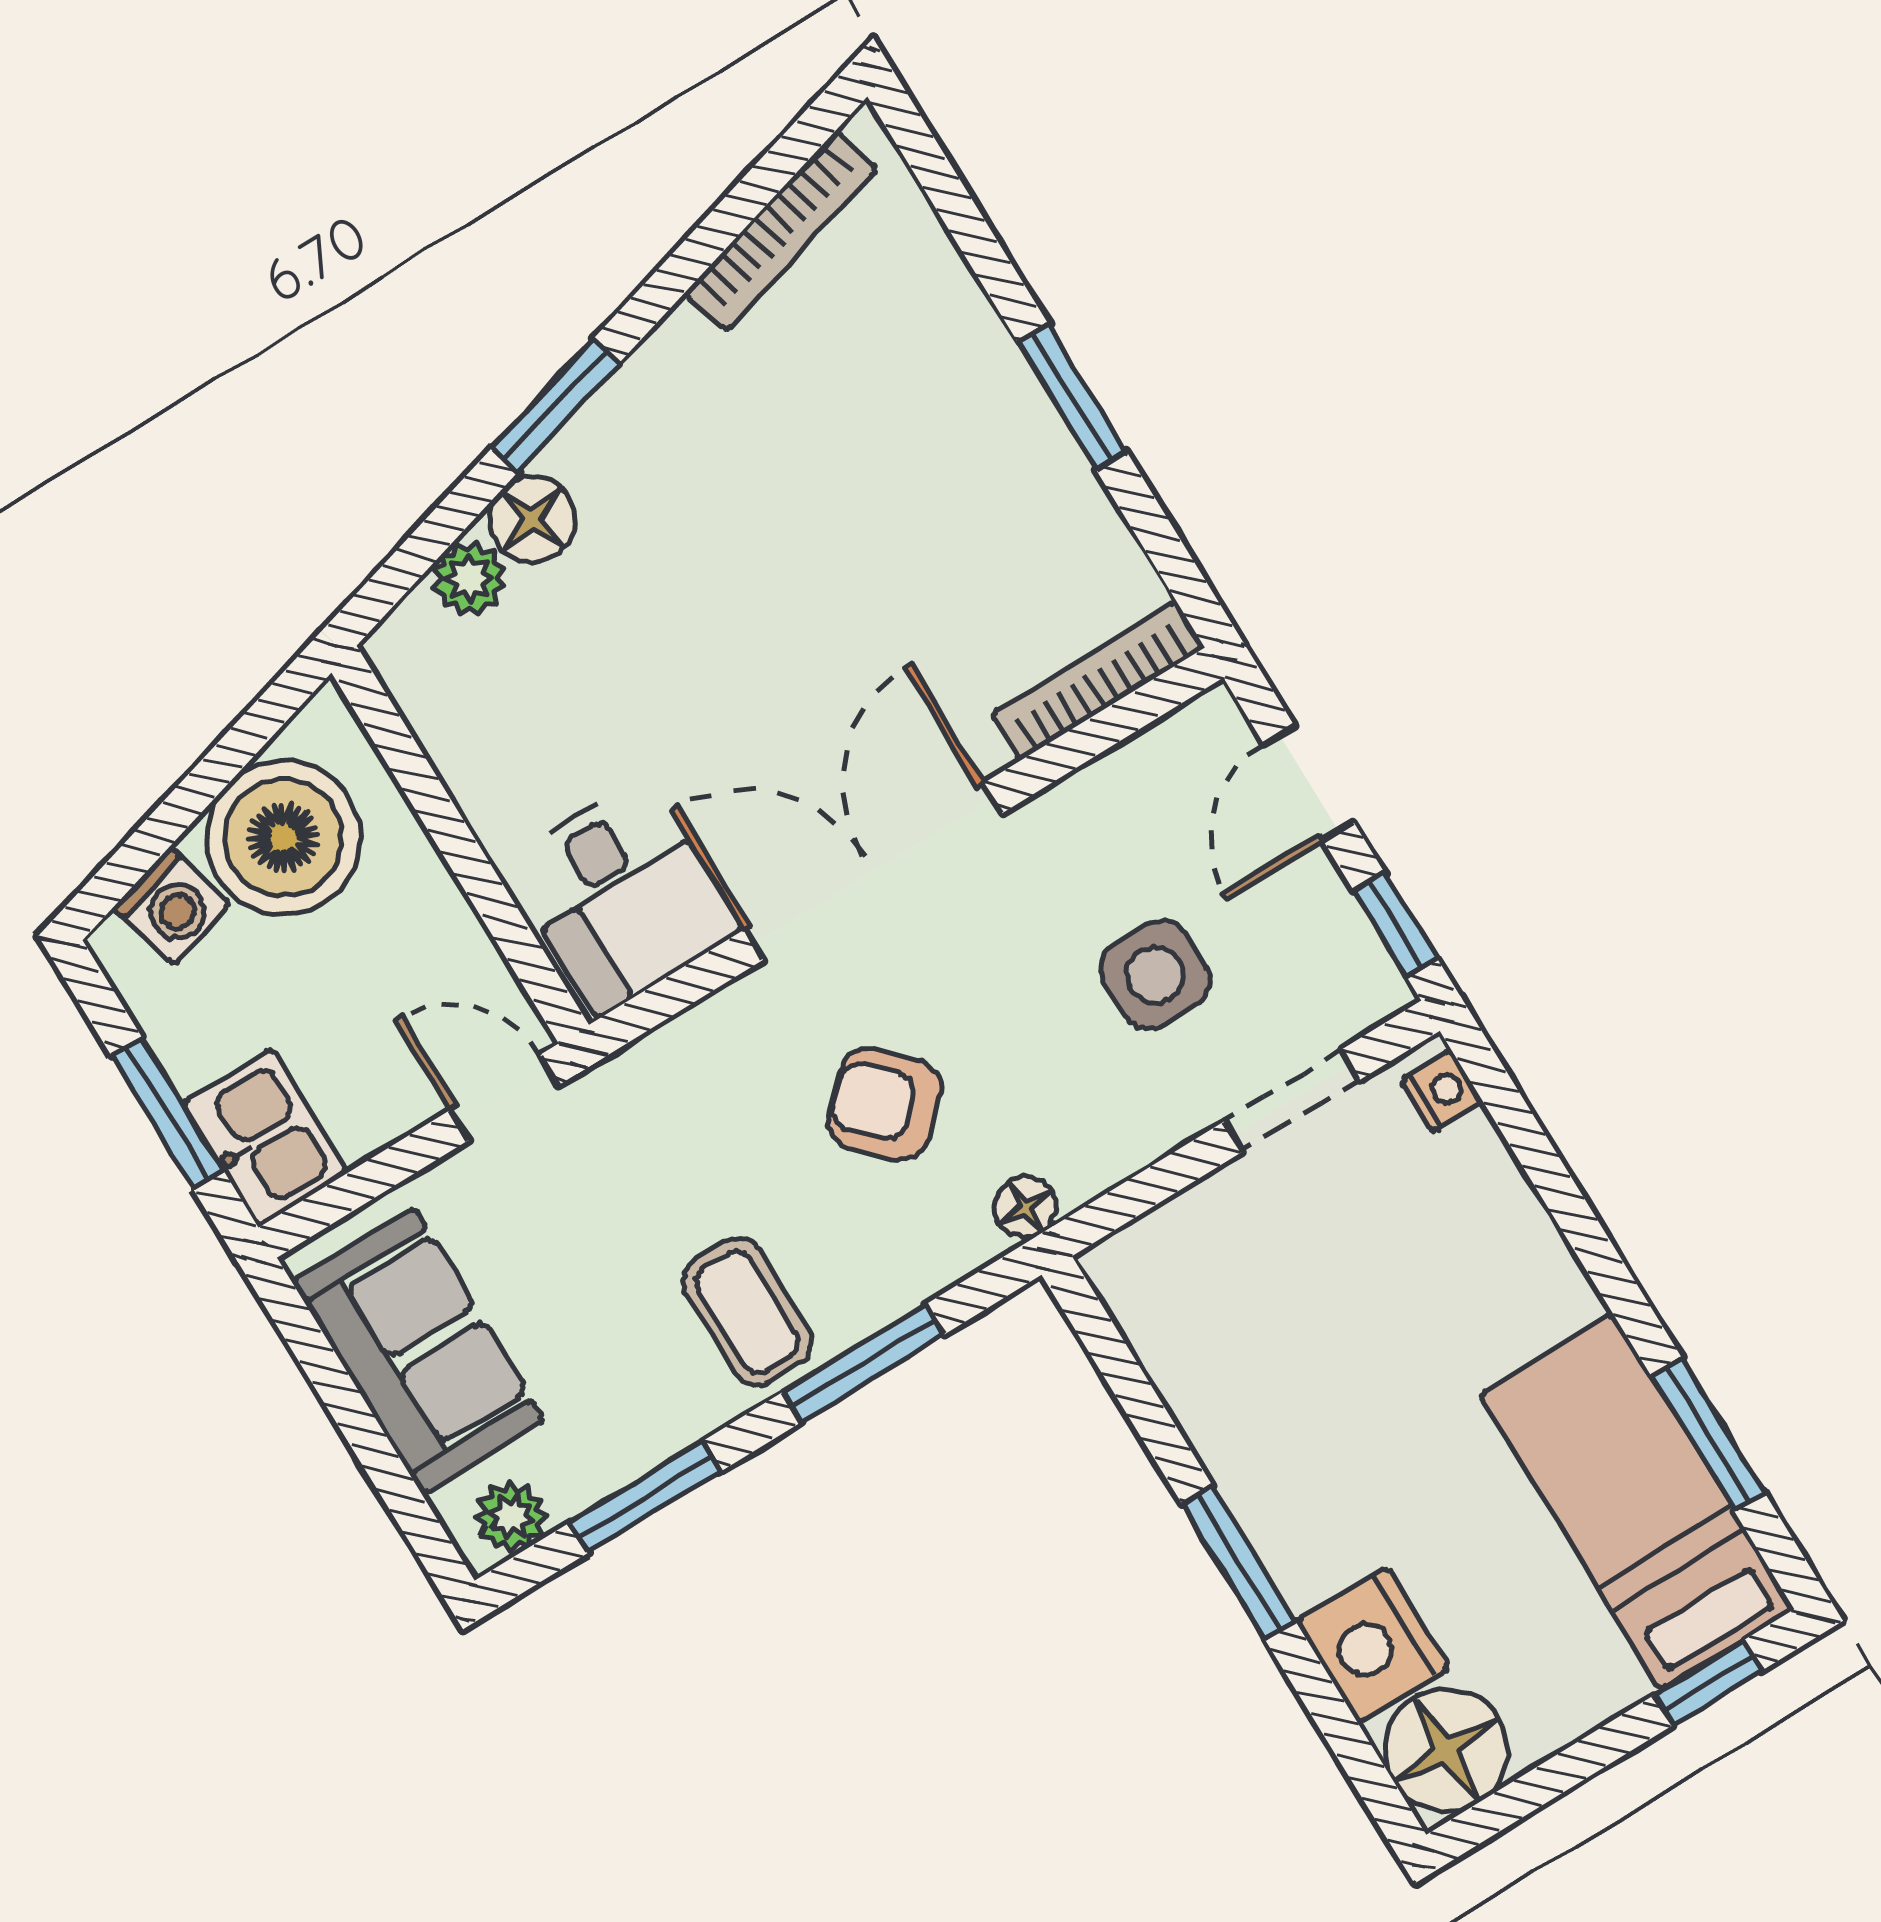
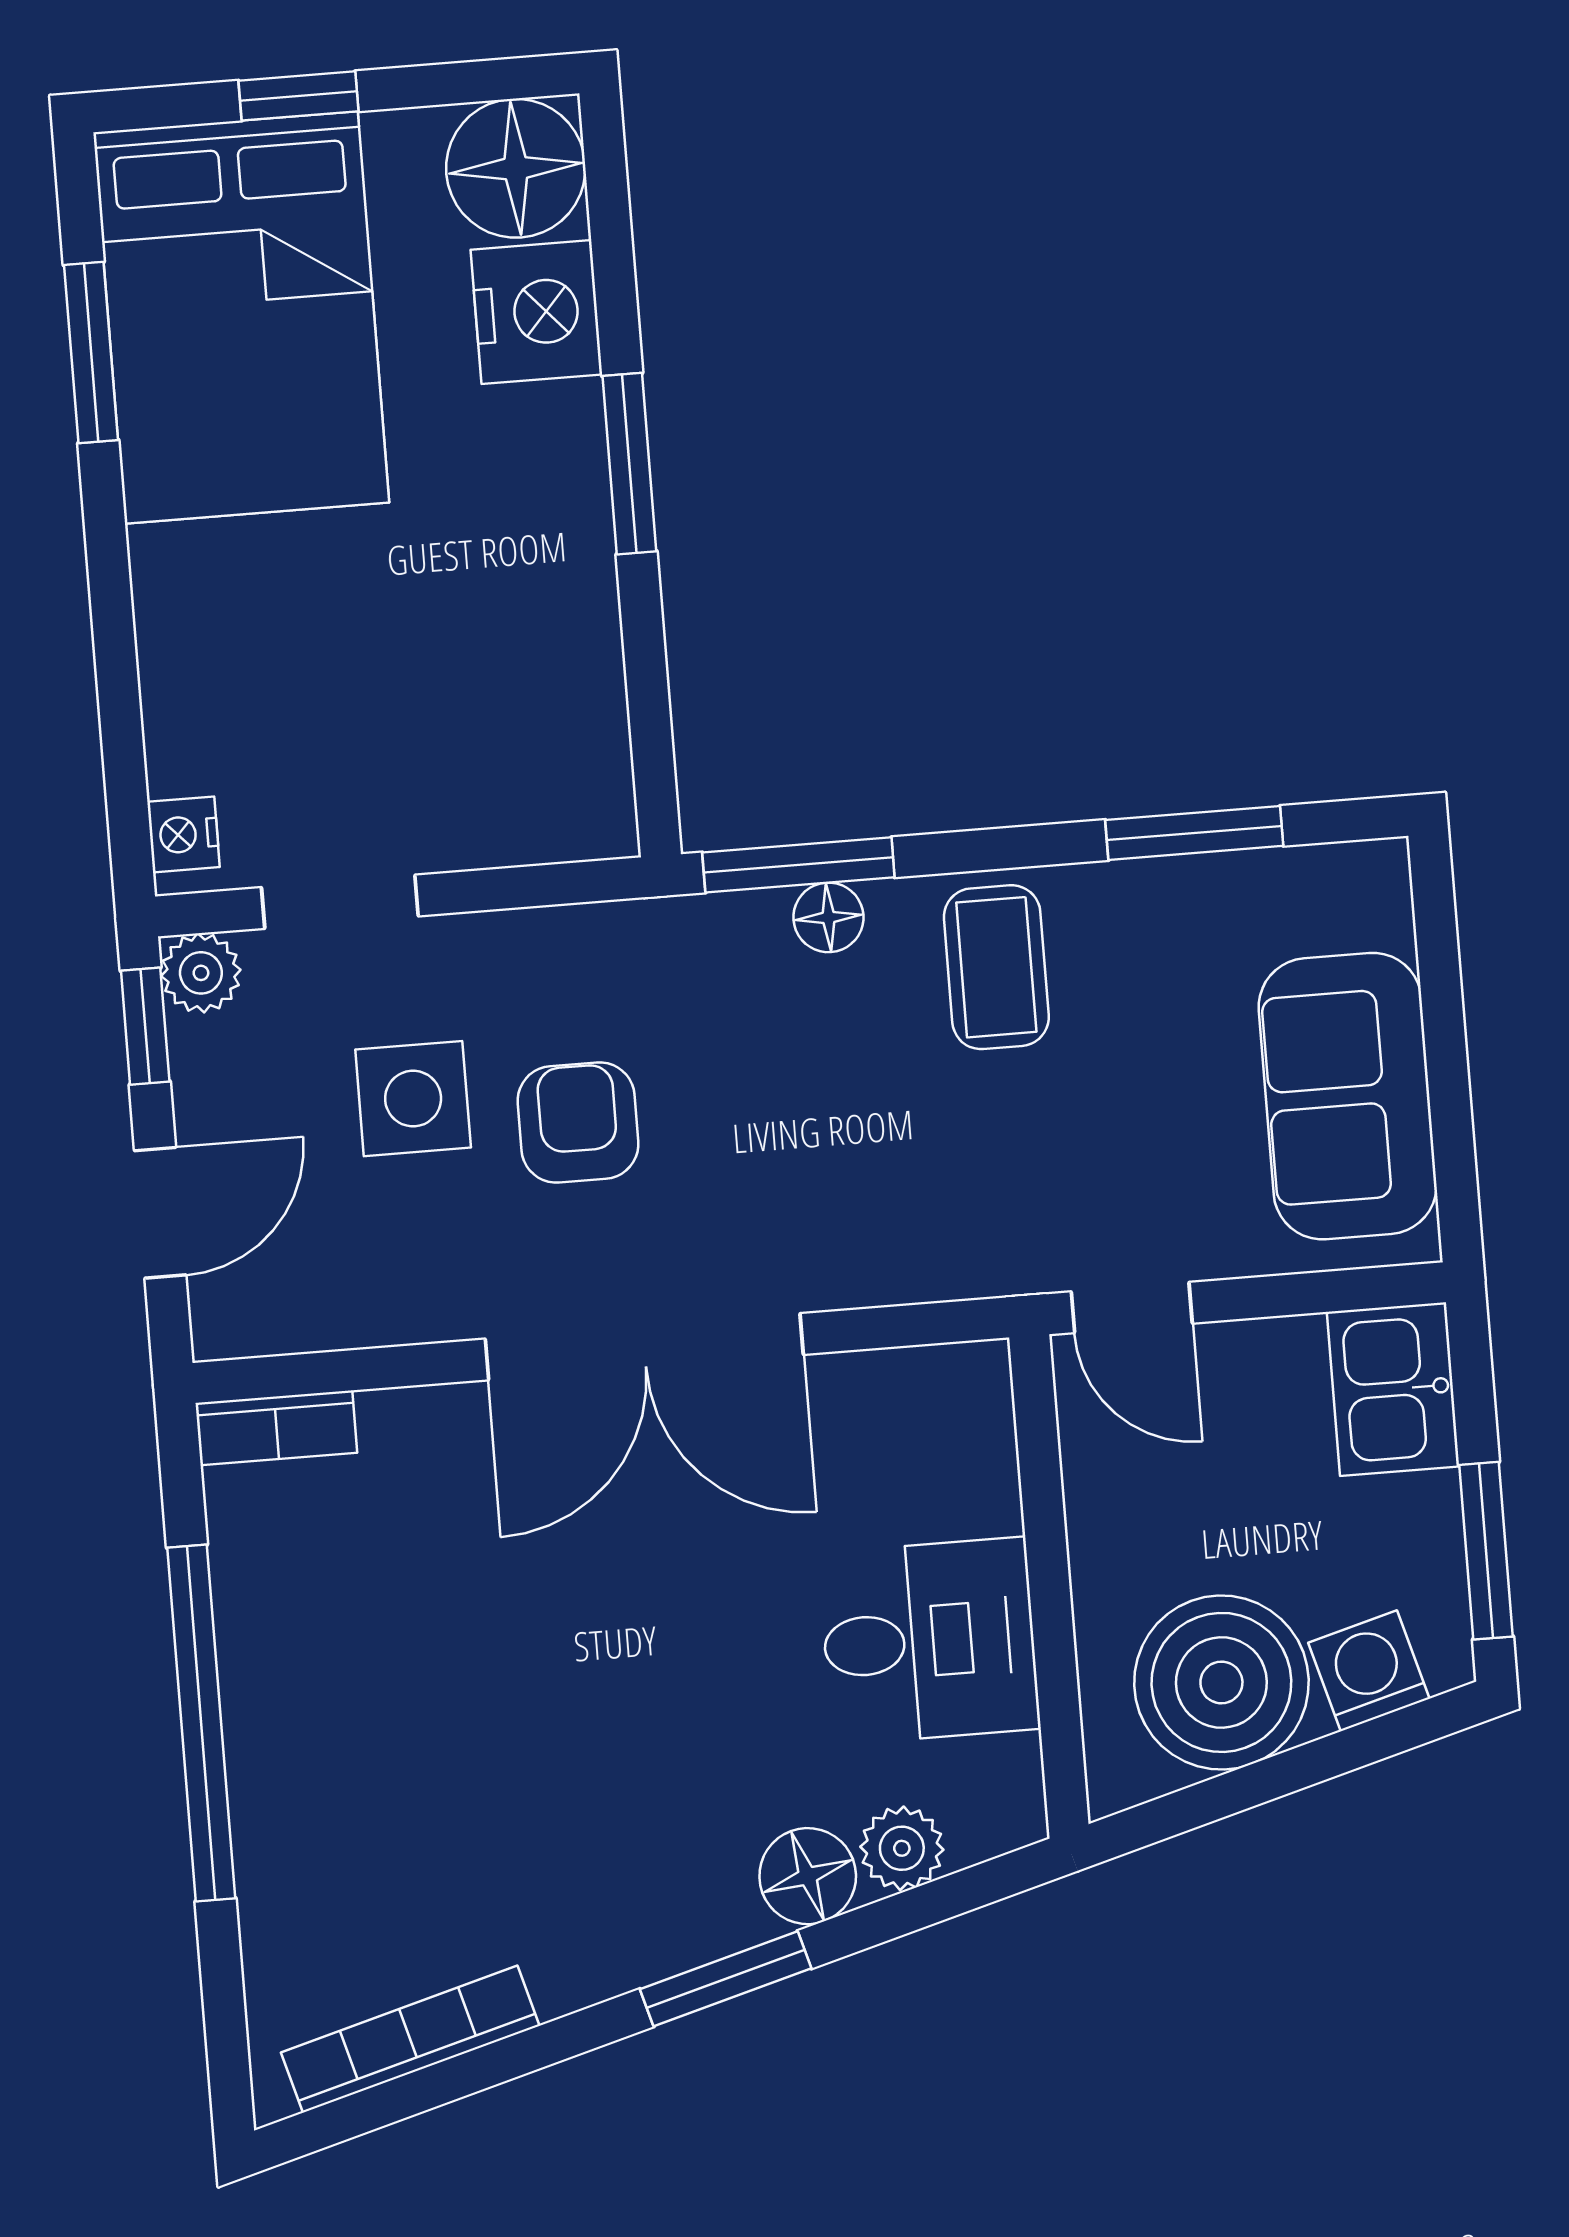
window: (1072, 397) -> (201, 1723), width x2.11
bookcase: (1098, 681) -> (276, 1428), width x0.64
desk: (622, 896) -> (929, 1641), moved, turned 90
armchair: (885, 1104) -> (578, 1122), moved, turned -136
window: (168, 1114) -> (1486, 1551), moved
floor lamp: (1025, 1207) -> (828, 917), moved
window: (863, 1363) -> (798, 865), moved
bed: (1637, 1502) -> (241, 318), width x1.50
plant: (511, 1517) -> (201, 973), moved
window: (1708, 1683) -> (298, 96), moved

